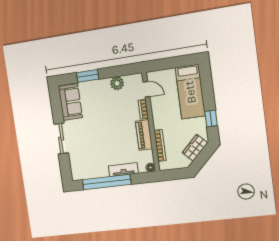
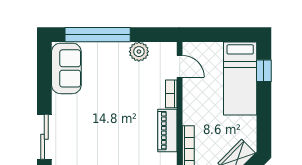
window: (88, 76) -> (98, 35), width x2.11
window: (211, 118) -> (264, 71), moved
sliding door: (61, 139) -> (44, 137), moved

